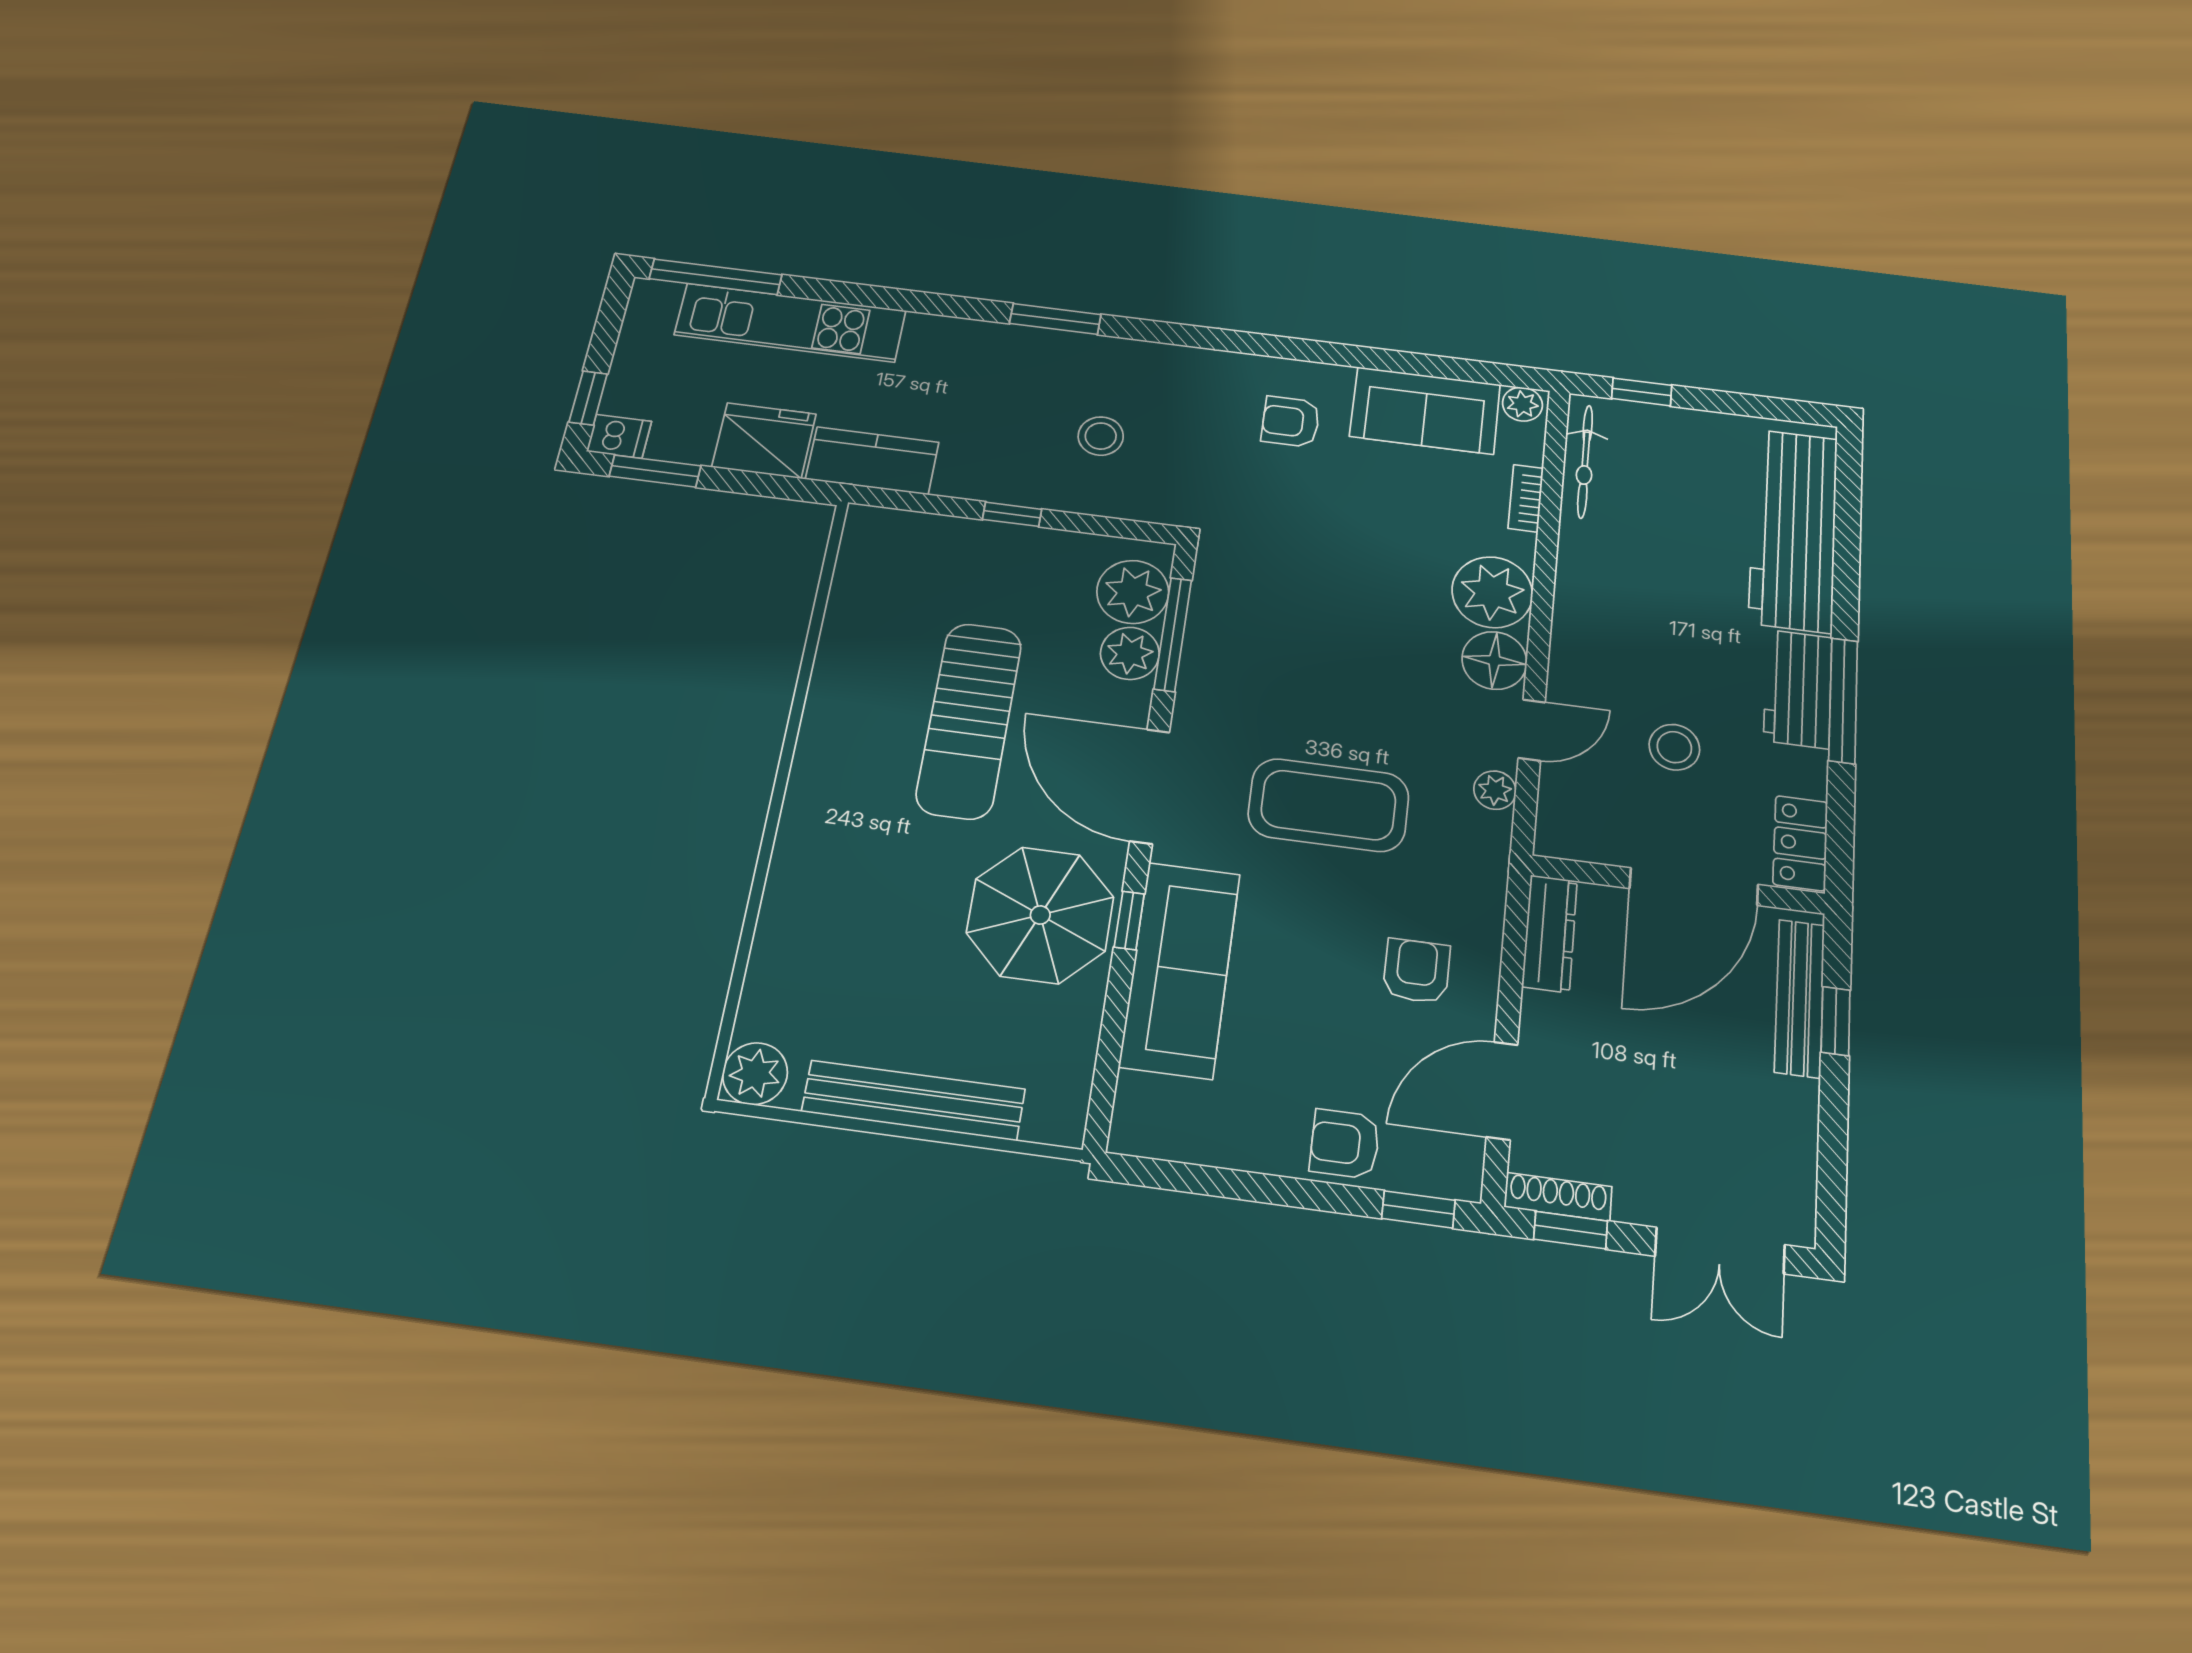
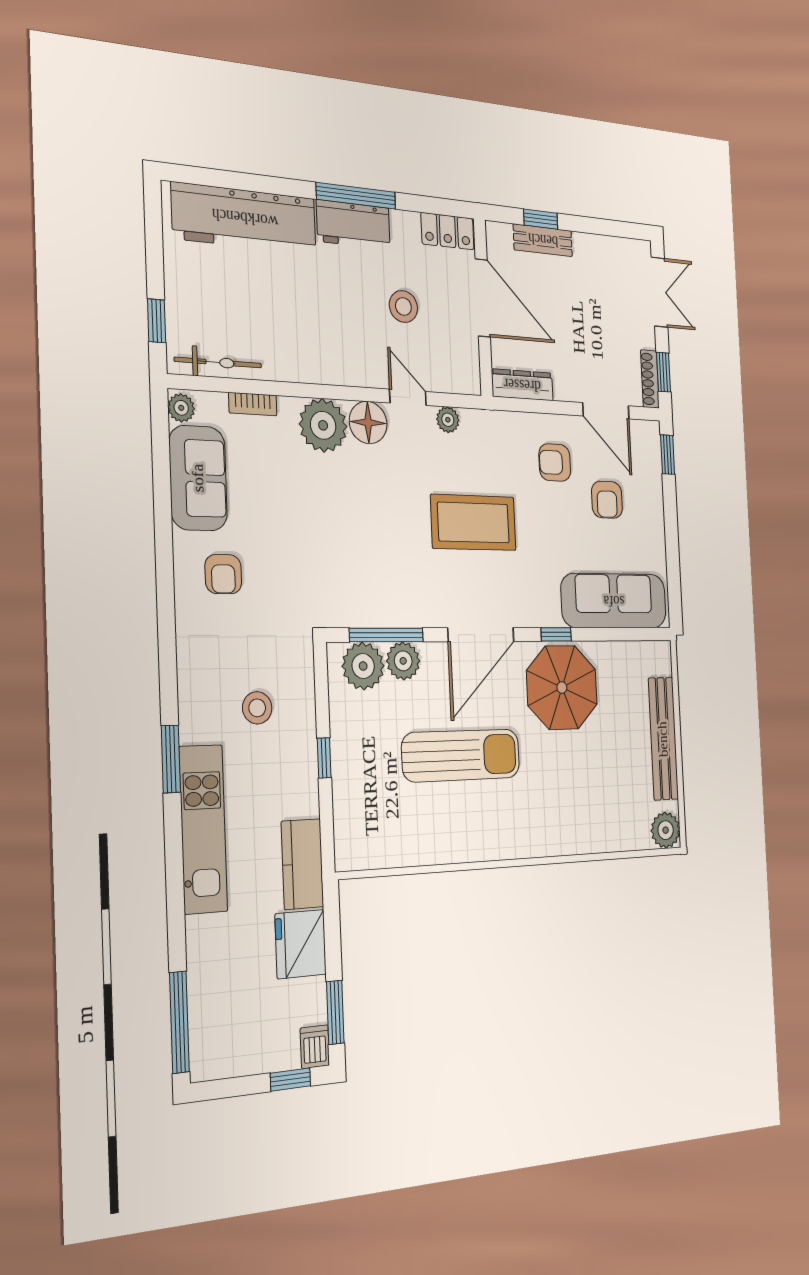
kitchen unit: (790, 323) -> (203, 829), moved
coffee table: (1328, 805) -> (473, 523), turned 90
sofa: (1180, 969) -> (614, 601), moved
bench: (1800, 998) -> (543, 240), width x0.73
armchair: (1345, 1144) -> (607, 500), moved

